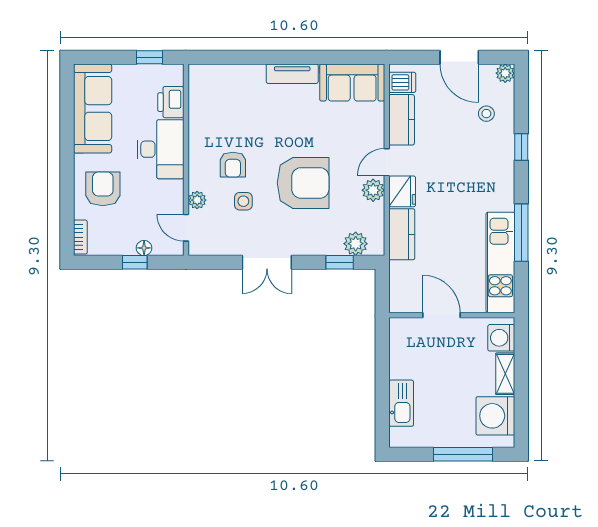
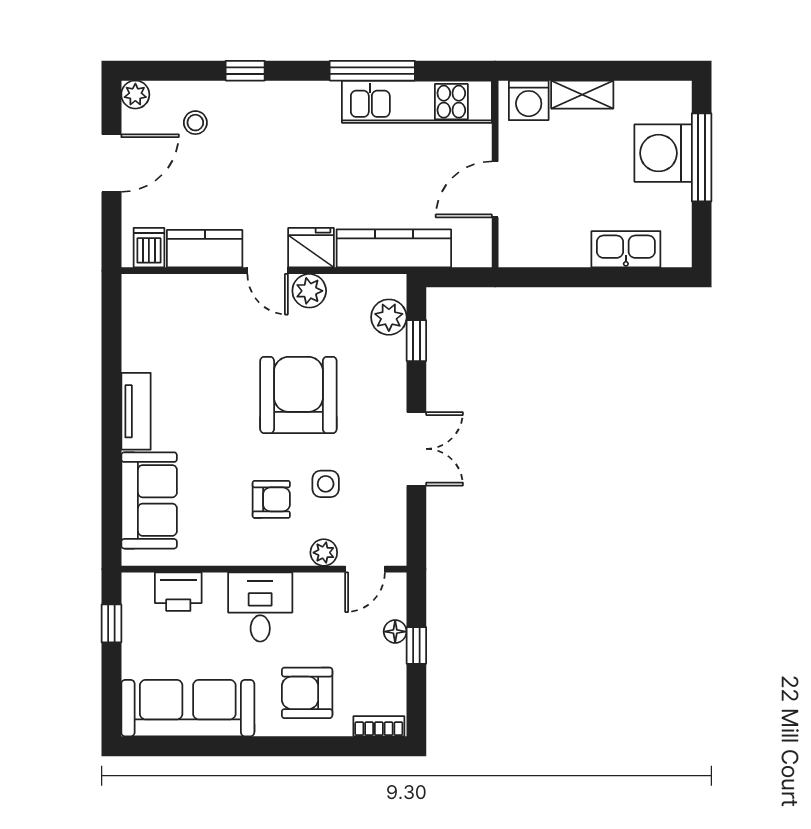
sofa: (352, 82) -> (149, 500), moved
desk: (161, 149) -> (260, 607), width x0.73
kitchen counter: (402, 234) -> (394, 248), width x1.50
washing machine: (495, 416) -> (663, 153), moved, turned 90

